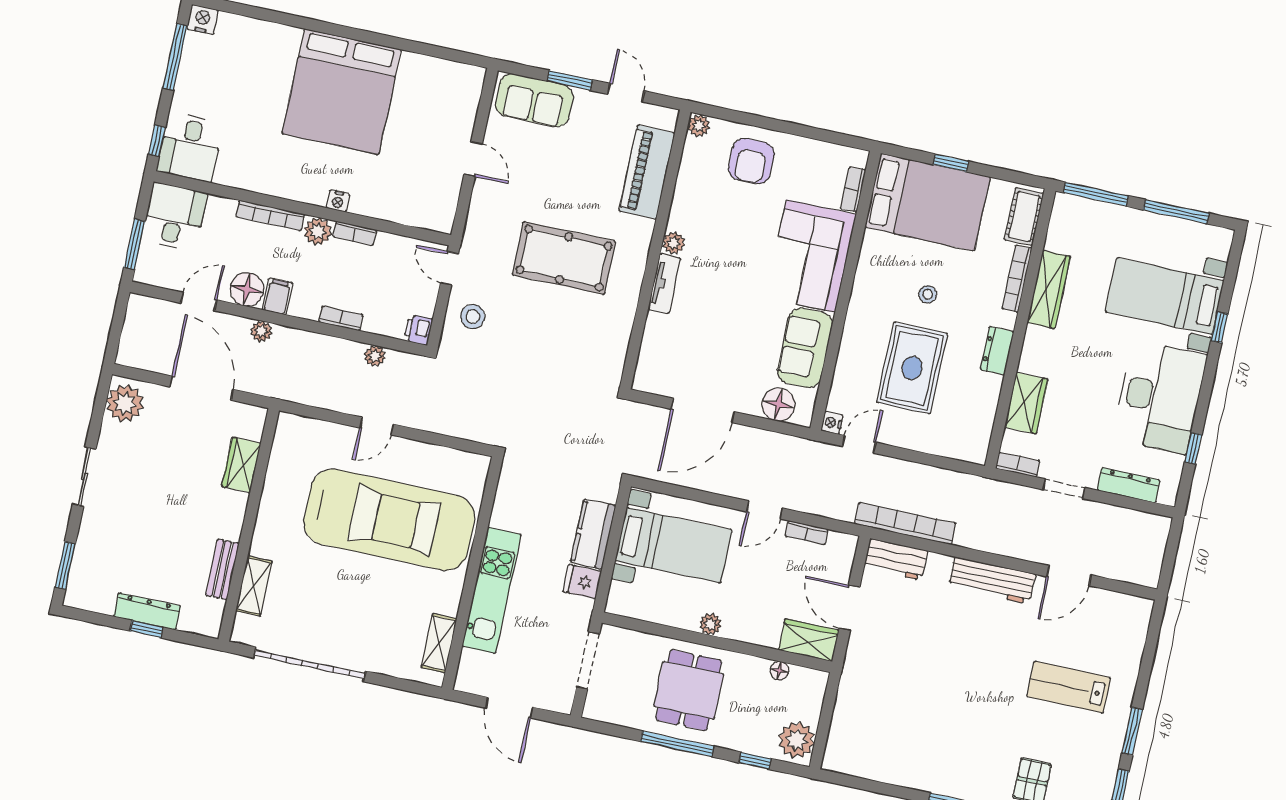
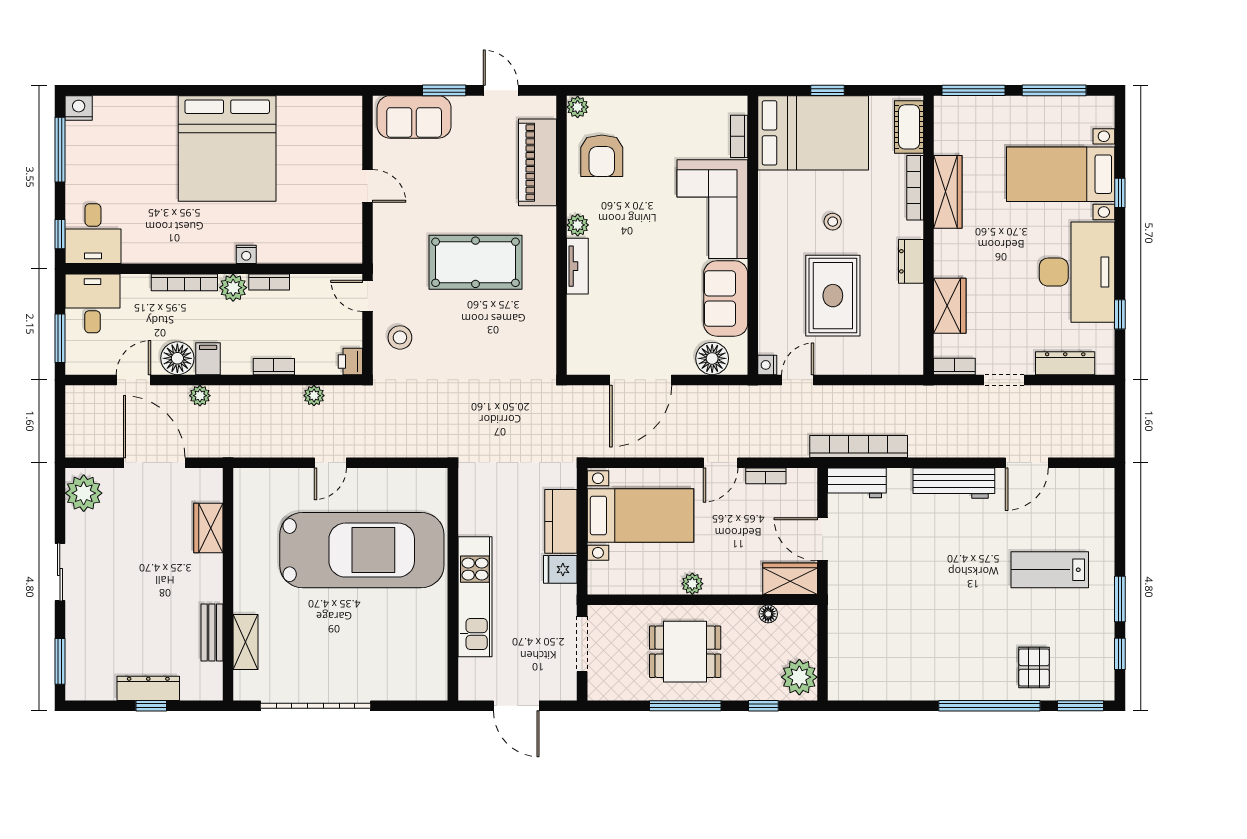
armchair: (751, 161) -> (602, 156), moved
shelving: (439, 643) -> (435, 658), removed
dining table: (689, 690) -> (685, 652), turned 90

